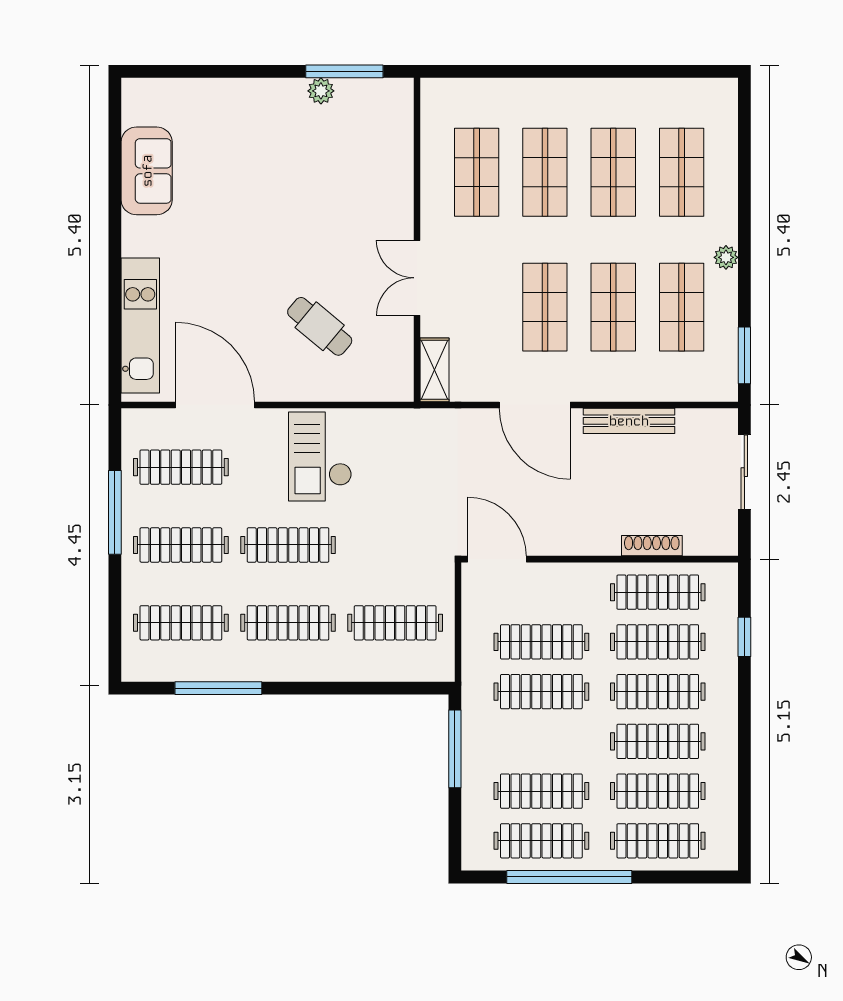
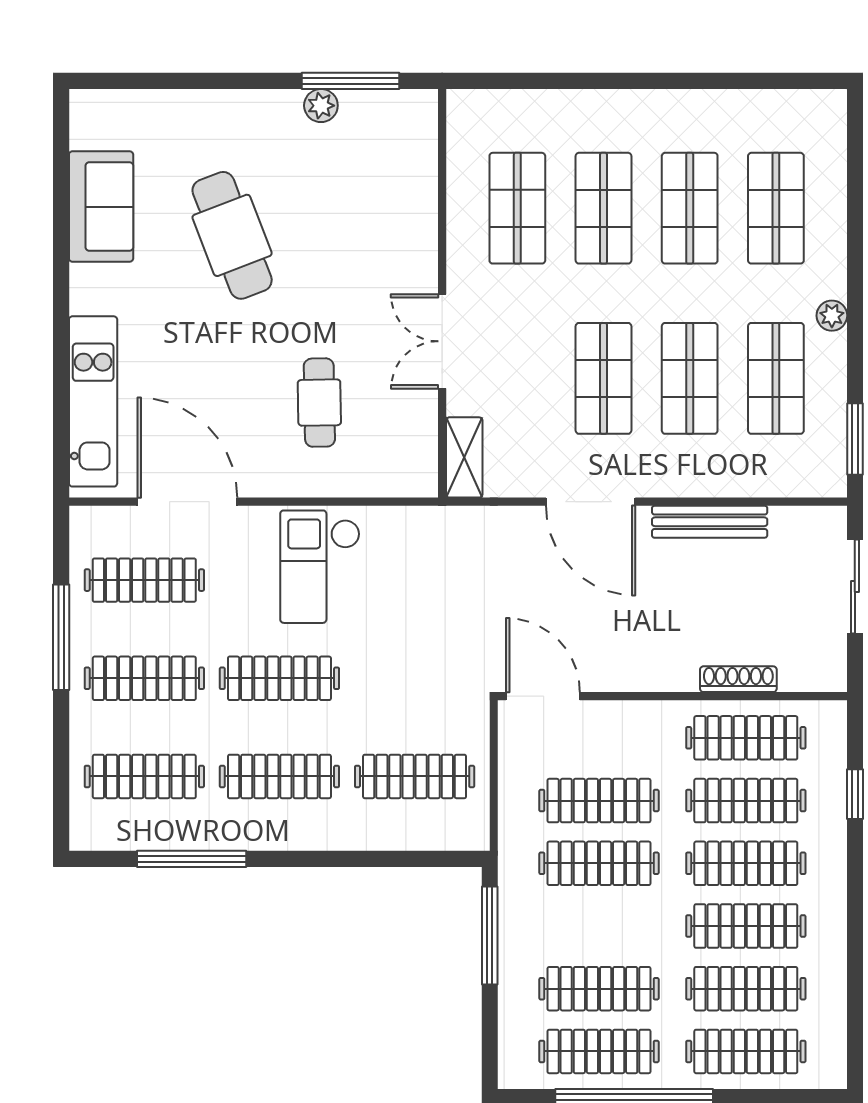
cafe table: (250, 194) -> (232, 235), added
cafe table: (320, 326) -> (319, 403), turned 49

